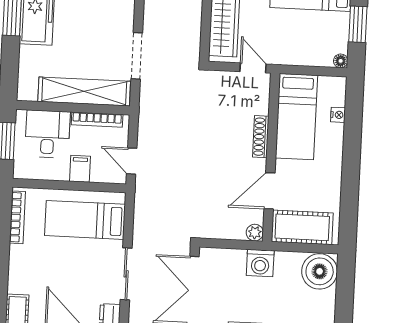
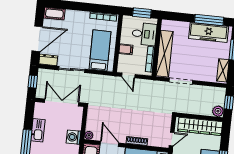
door: (132, 161) -> (128, 75), swing flipped

